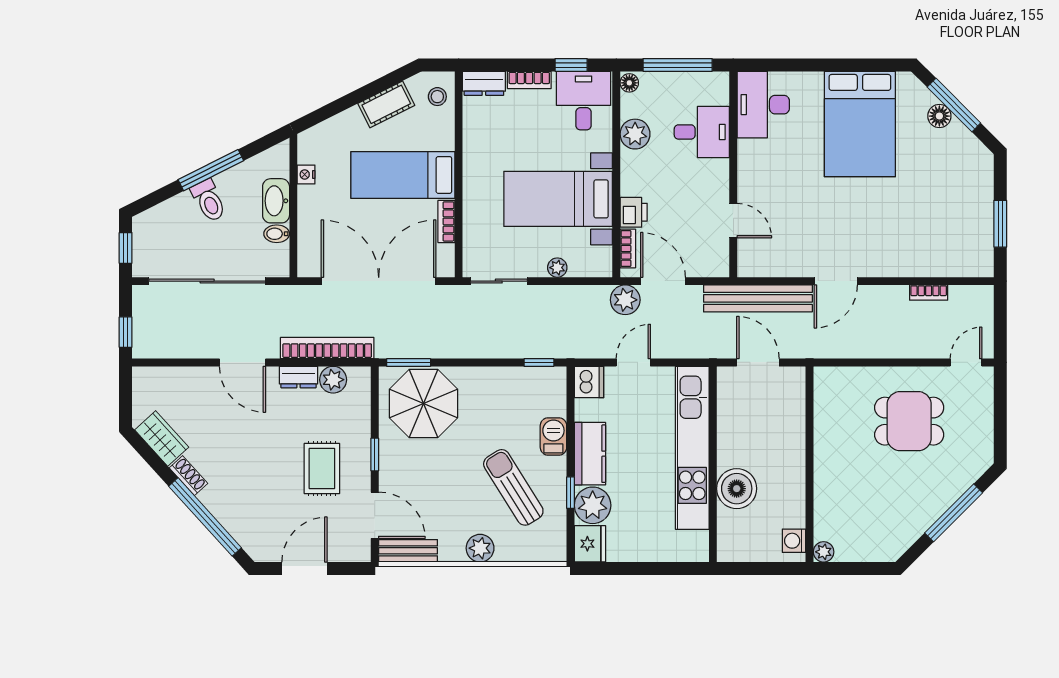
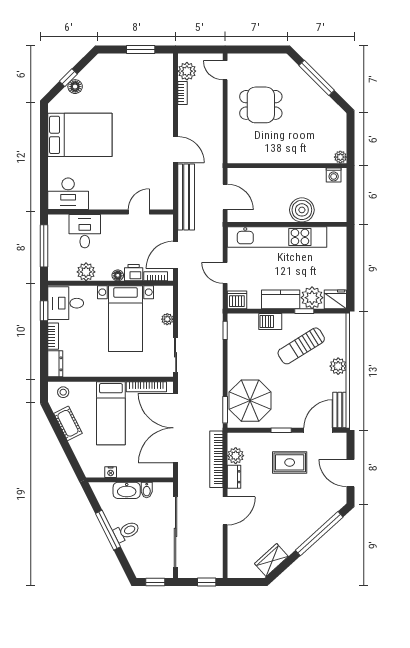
floor lamp: (629, 83) -> (118, 275), moved
window: (954, 105) -> (68, 78), width x0.46
bookcase: (446, 221) -> (146, 387), width x1.56
plant: (625, 300) -> (187, 71), moved
door: (758, 362) -> (225, 197), swing flipped
dining table: (909, 421) -> (261, 105), turned 90
shoe rack: (188, 476) -> (294, 544), removed

